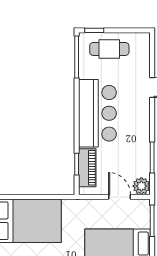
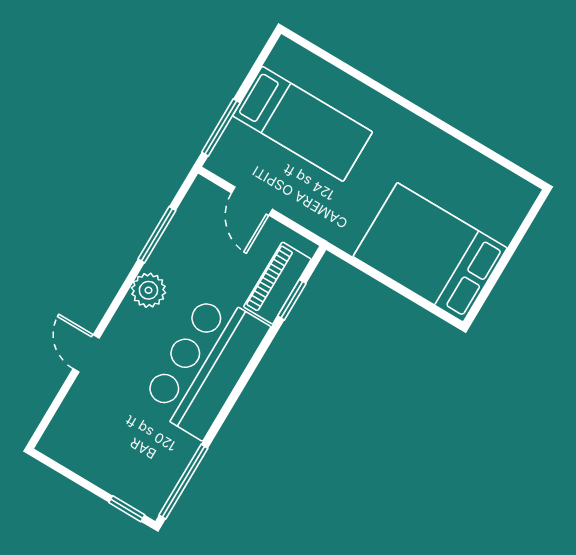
cafe table: (109, 49) -> (120, 462), removed
plant: (141, 186) -> (148, 290), moved

